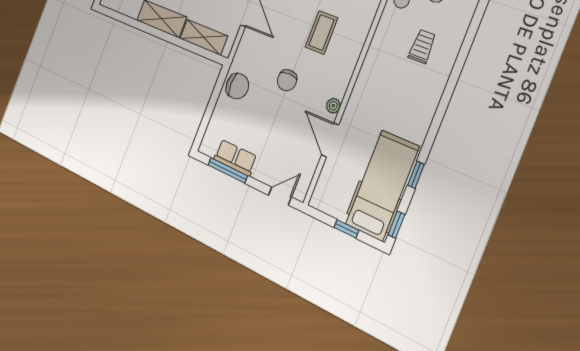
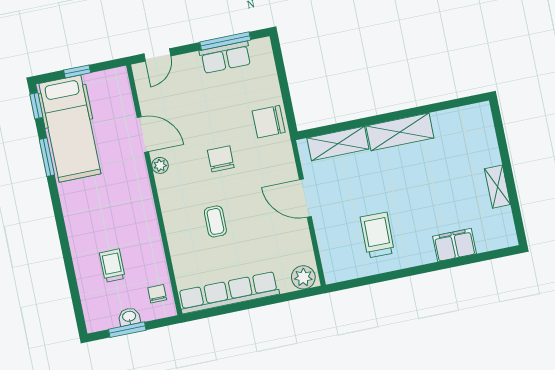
coffee table: (321, 33) -> (215, 221), width x0.73, depth x0.77
trolley: (422, 46) -> (112, 266), turned 180
window: (416, 175) -> (47, 157), width x1.50

